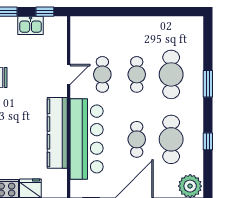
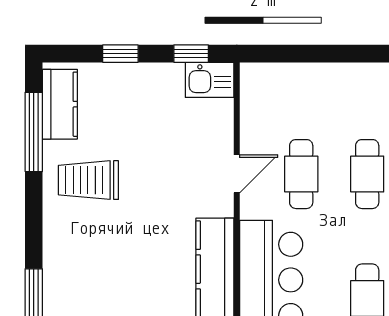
kitchen sink: (31, 25) -> (210, 80), moved

